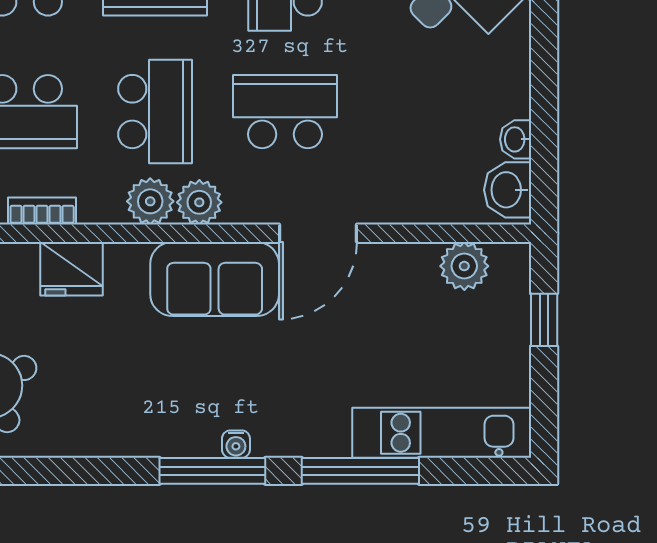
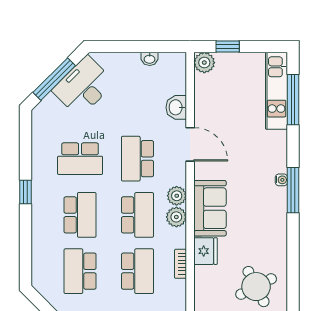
school desk: (155, 112) -> (137, 215), turned 90
washbasin: (508, 190) -> (176, 107), moved, turned 90
plant: (464, 266) -> (204, 63), moved
sofa: (215, 279) -> (210, 208), moved
window: (360, 471) -> (293, 100), moved

